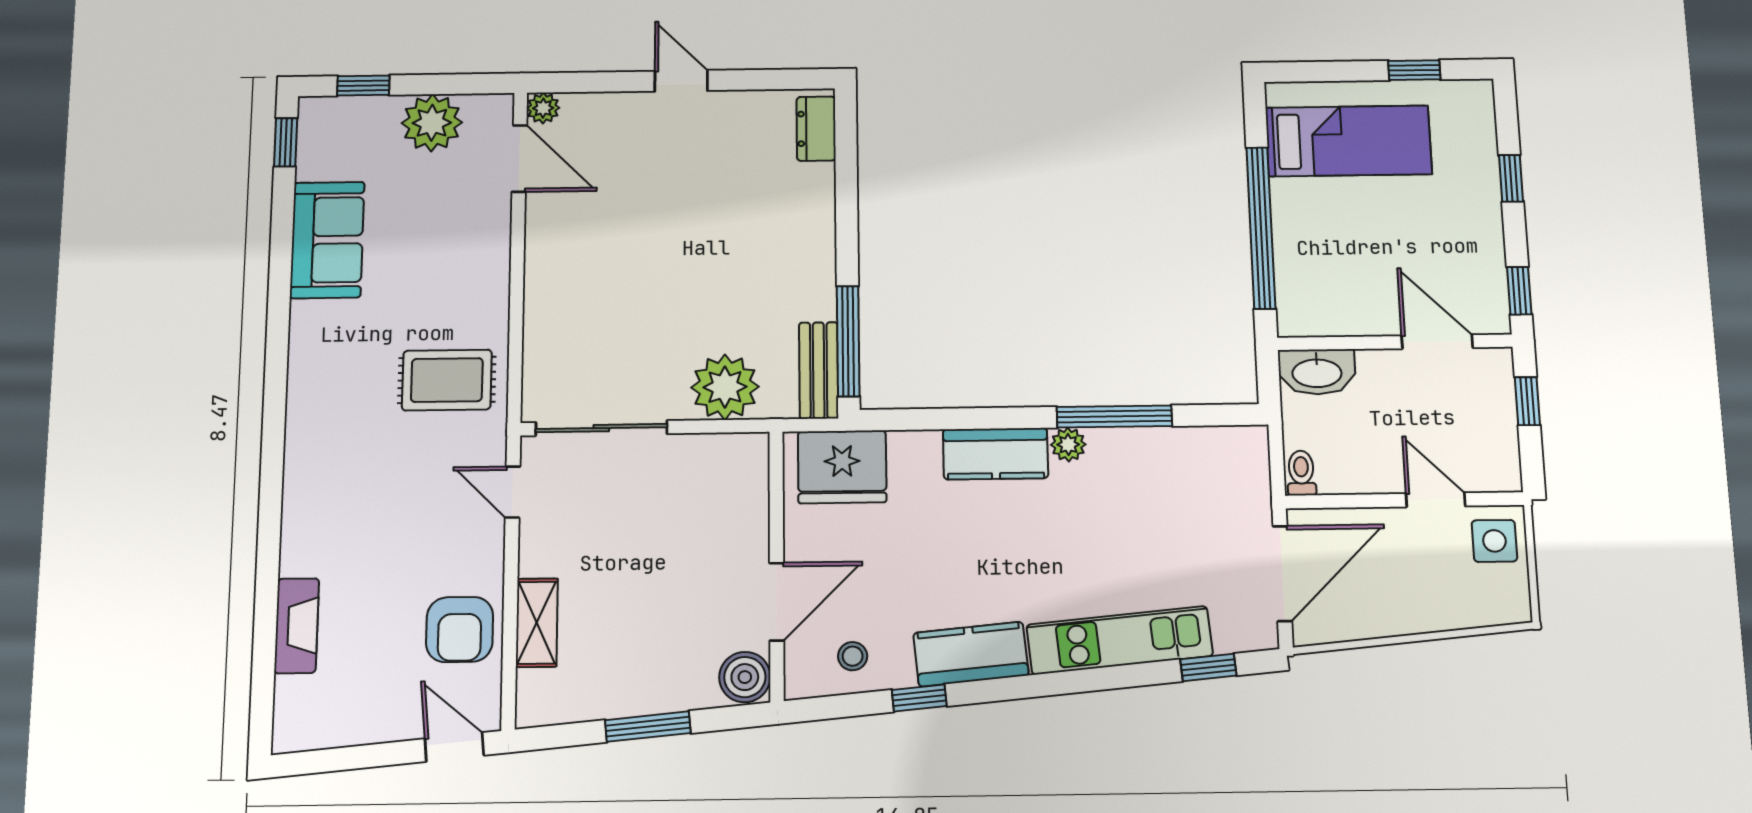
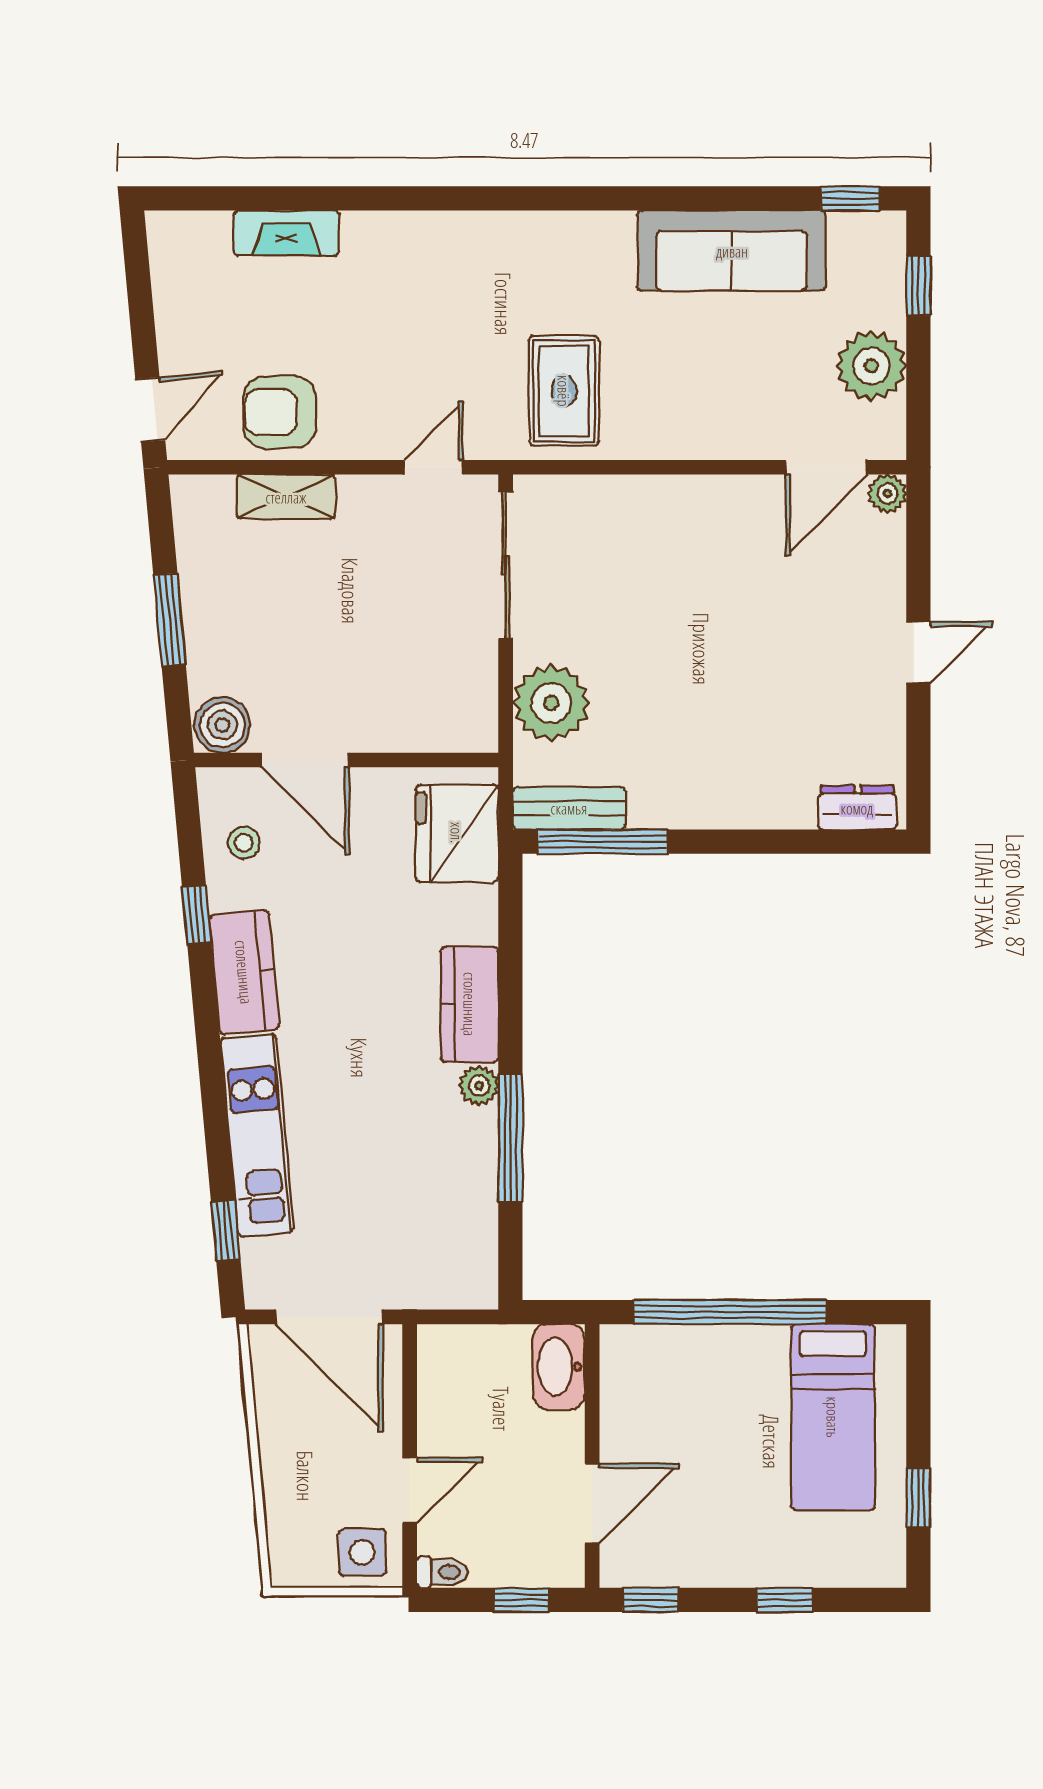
sofa: (327, 240) -> (732, 251), width x1.36
toilet: (1301, 473) -> (442, 1572), moved

